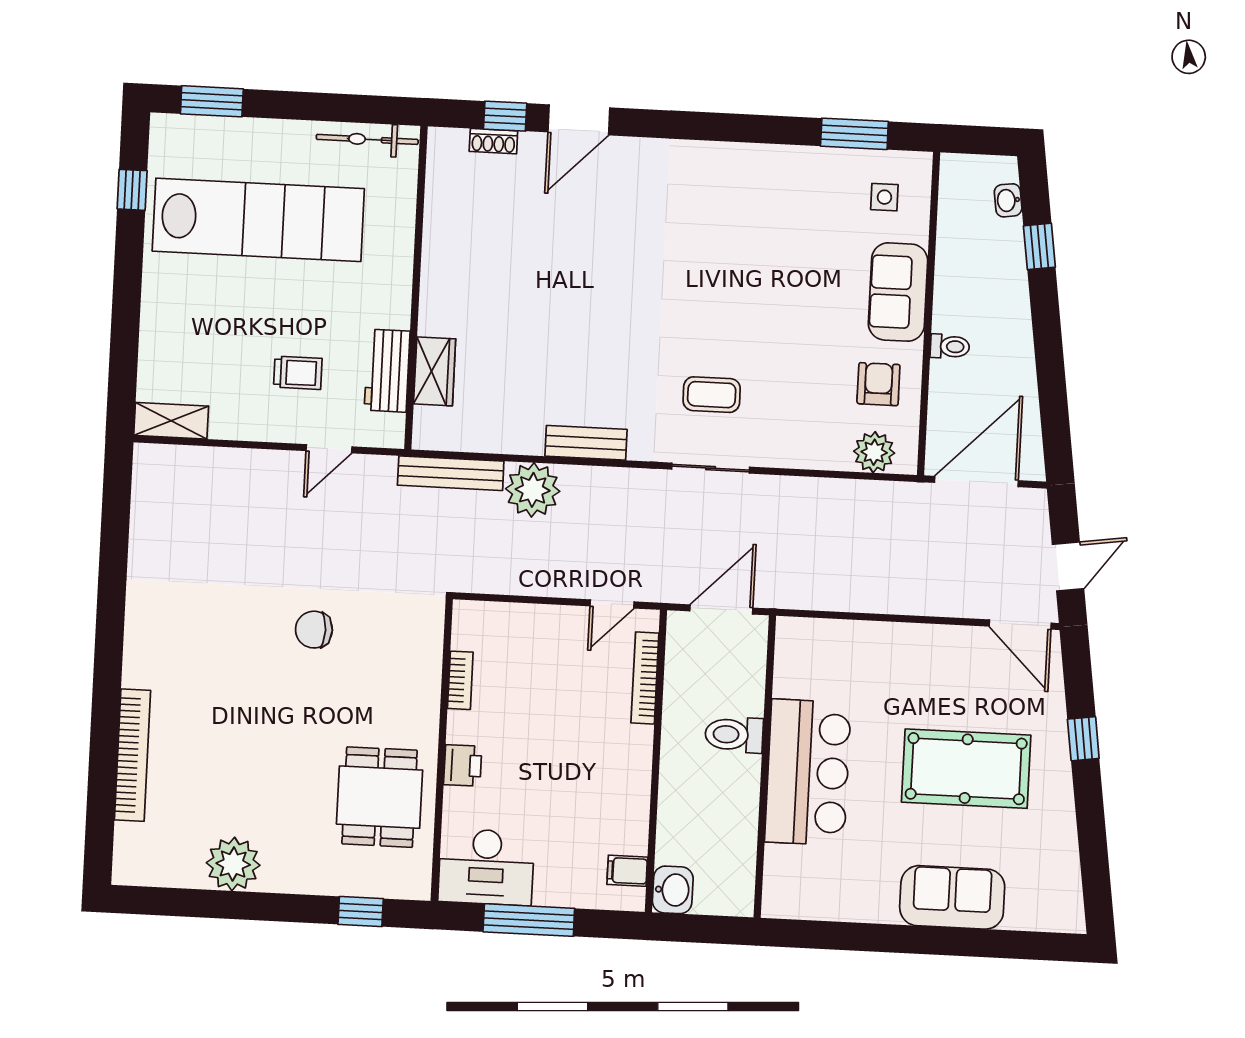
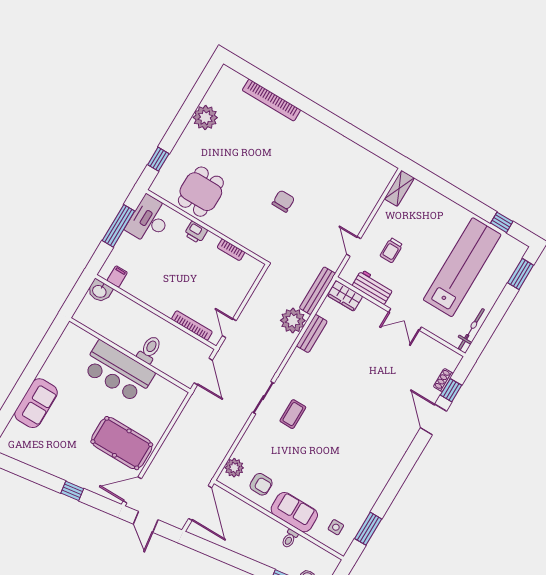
lab bench: (258, 220) -> (462, 267), turned 180
double door: (416, 276) -> (405, 319), added
toilet: (950, 346) -> (290, 539), moved
wardrobe: (435, 371) -> (345, 296), moved
bench: (586, 443) -> (312, 333), moved
pool table: (966, 769) -> (122, 443), moved, turned 90
dining table: (380, 797) -> (201, 192), turned 90

